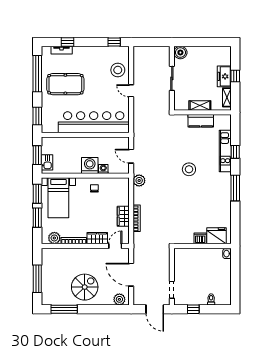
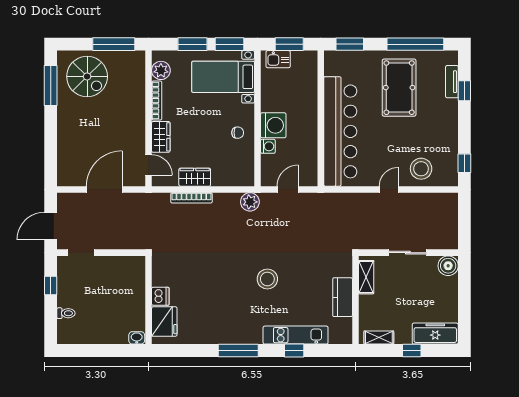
freezer: (224, 76) -> (435, 334), moved, width x1.40
shelving: (200, 105) -> (366, 277), moved
window: (37, 279) -> (114, 44), moved
spiral stairs: (85, 287) -> (87, 76), moved
plant: (119, 299) -> (66, 171), removed

